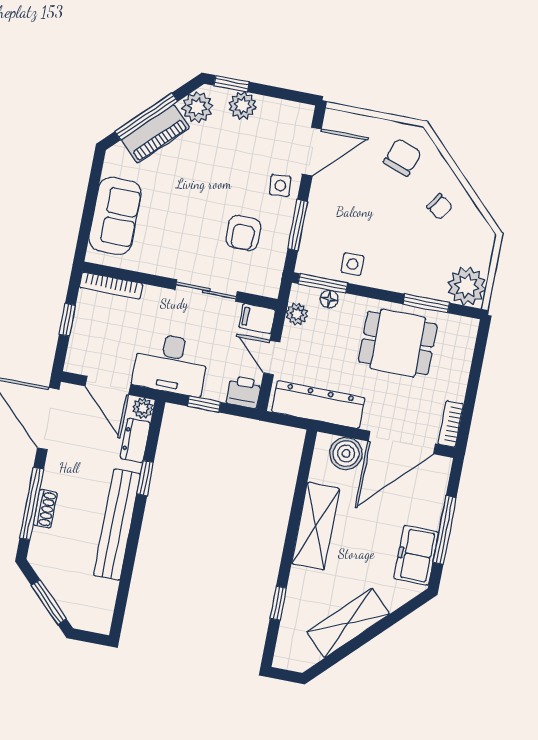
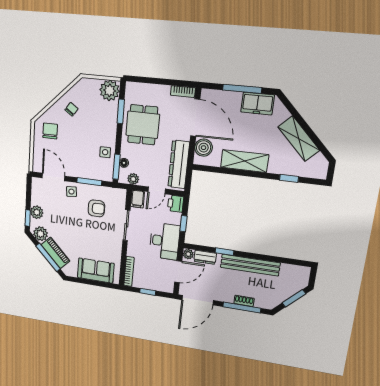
chair: (402, 157) -> (50, 131), turned 70

